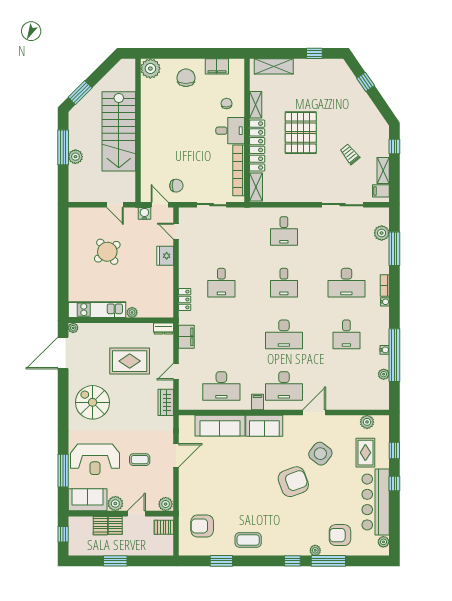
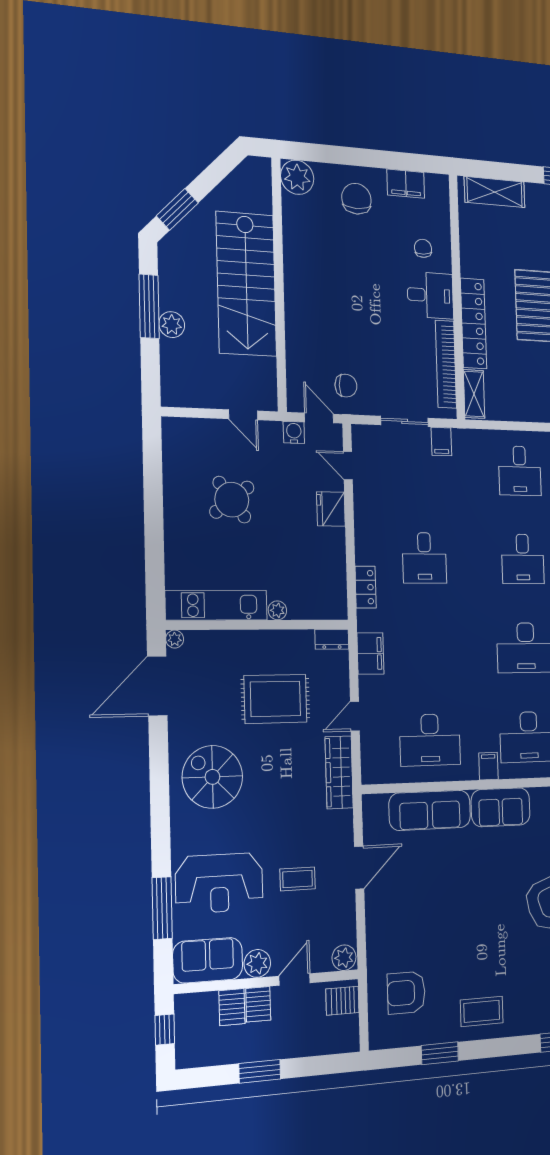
shelving: (256, 105) -> (469, 254), removed
filing cabinet: (234, 215) -> (441, 442), added
wardrobe: (166, 402) -> (339, 772), width x1.50

